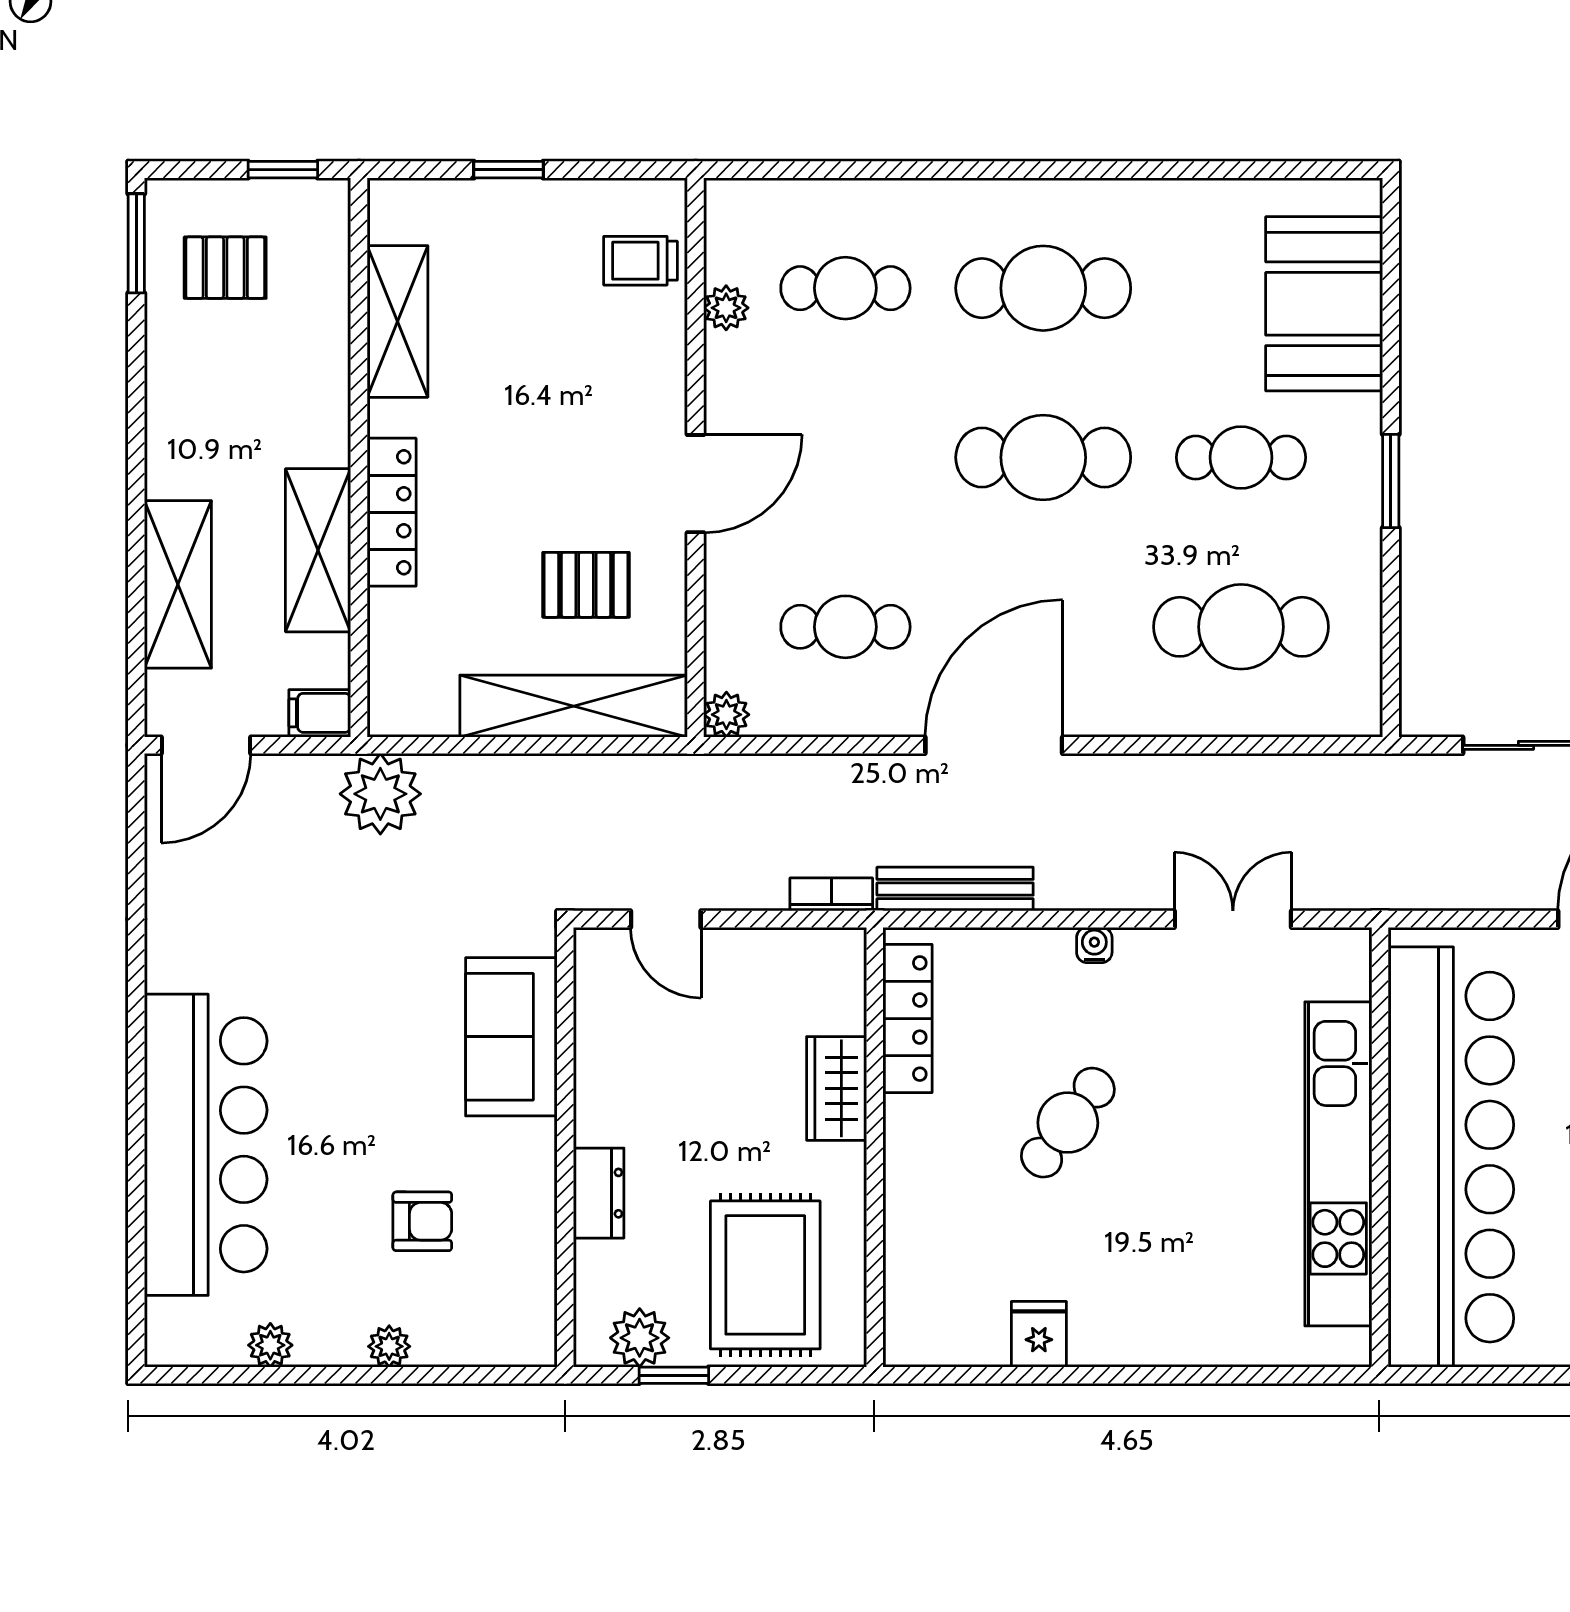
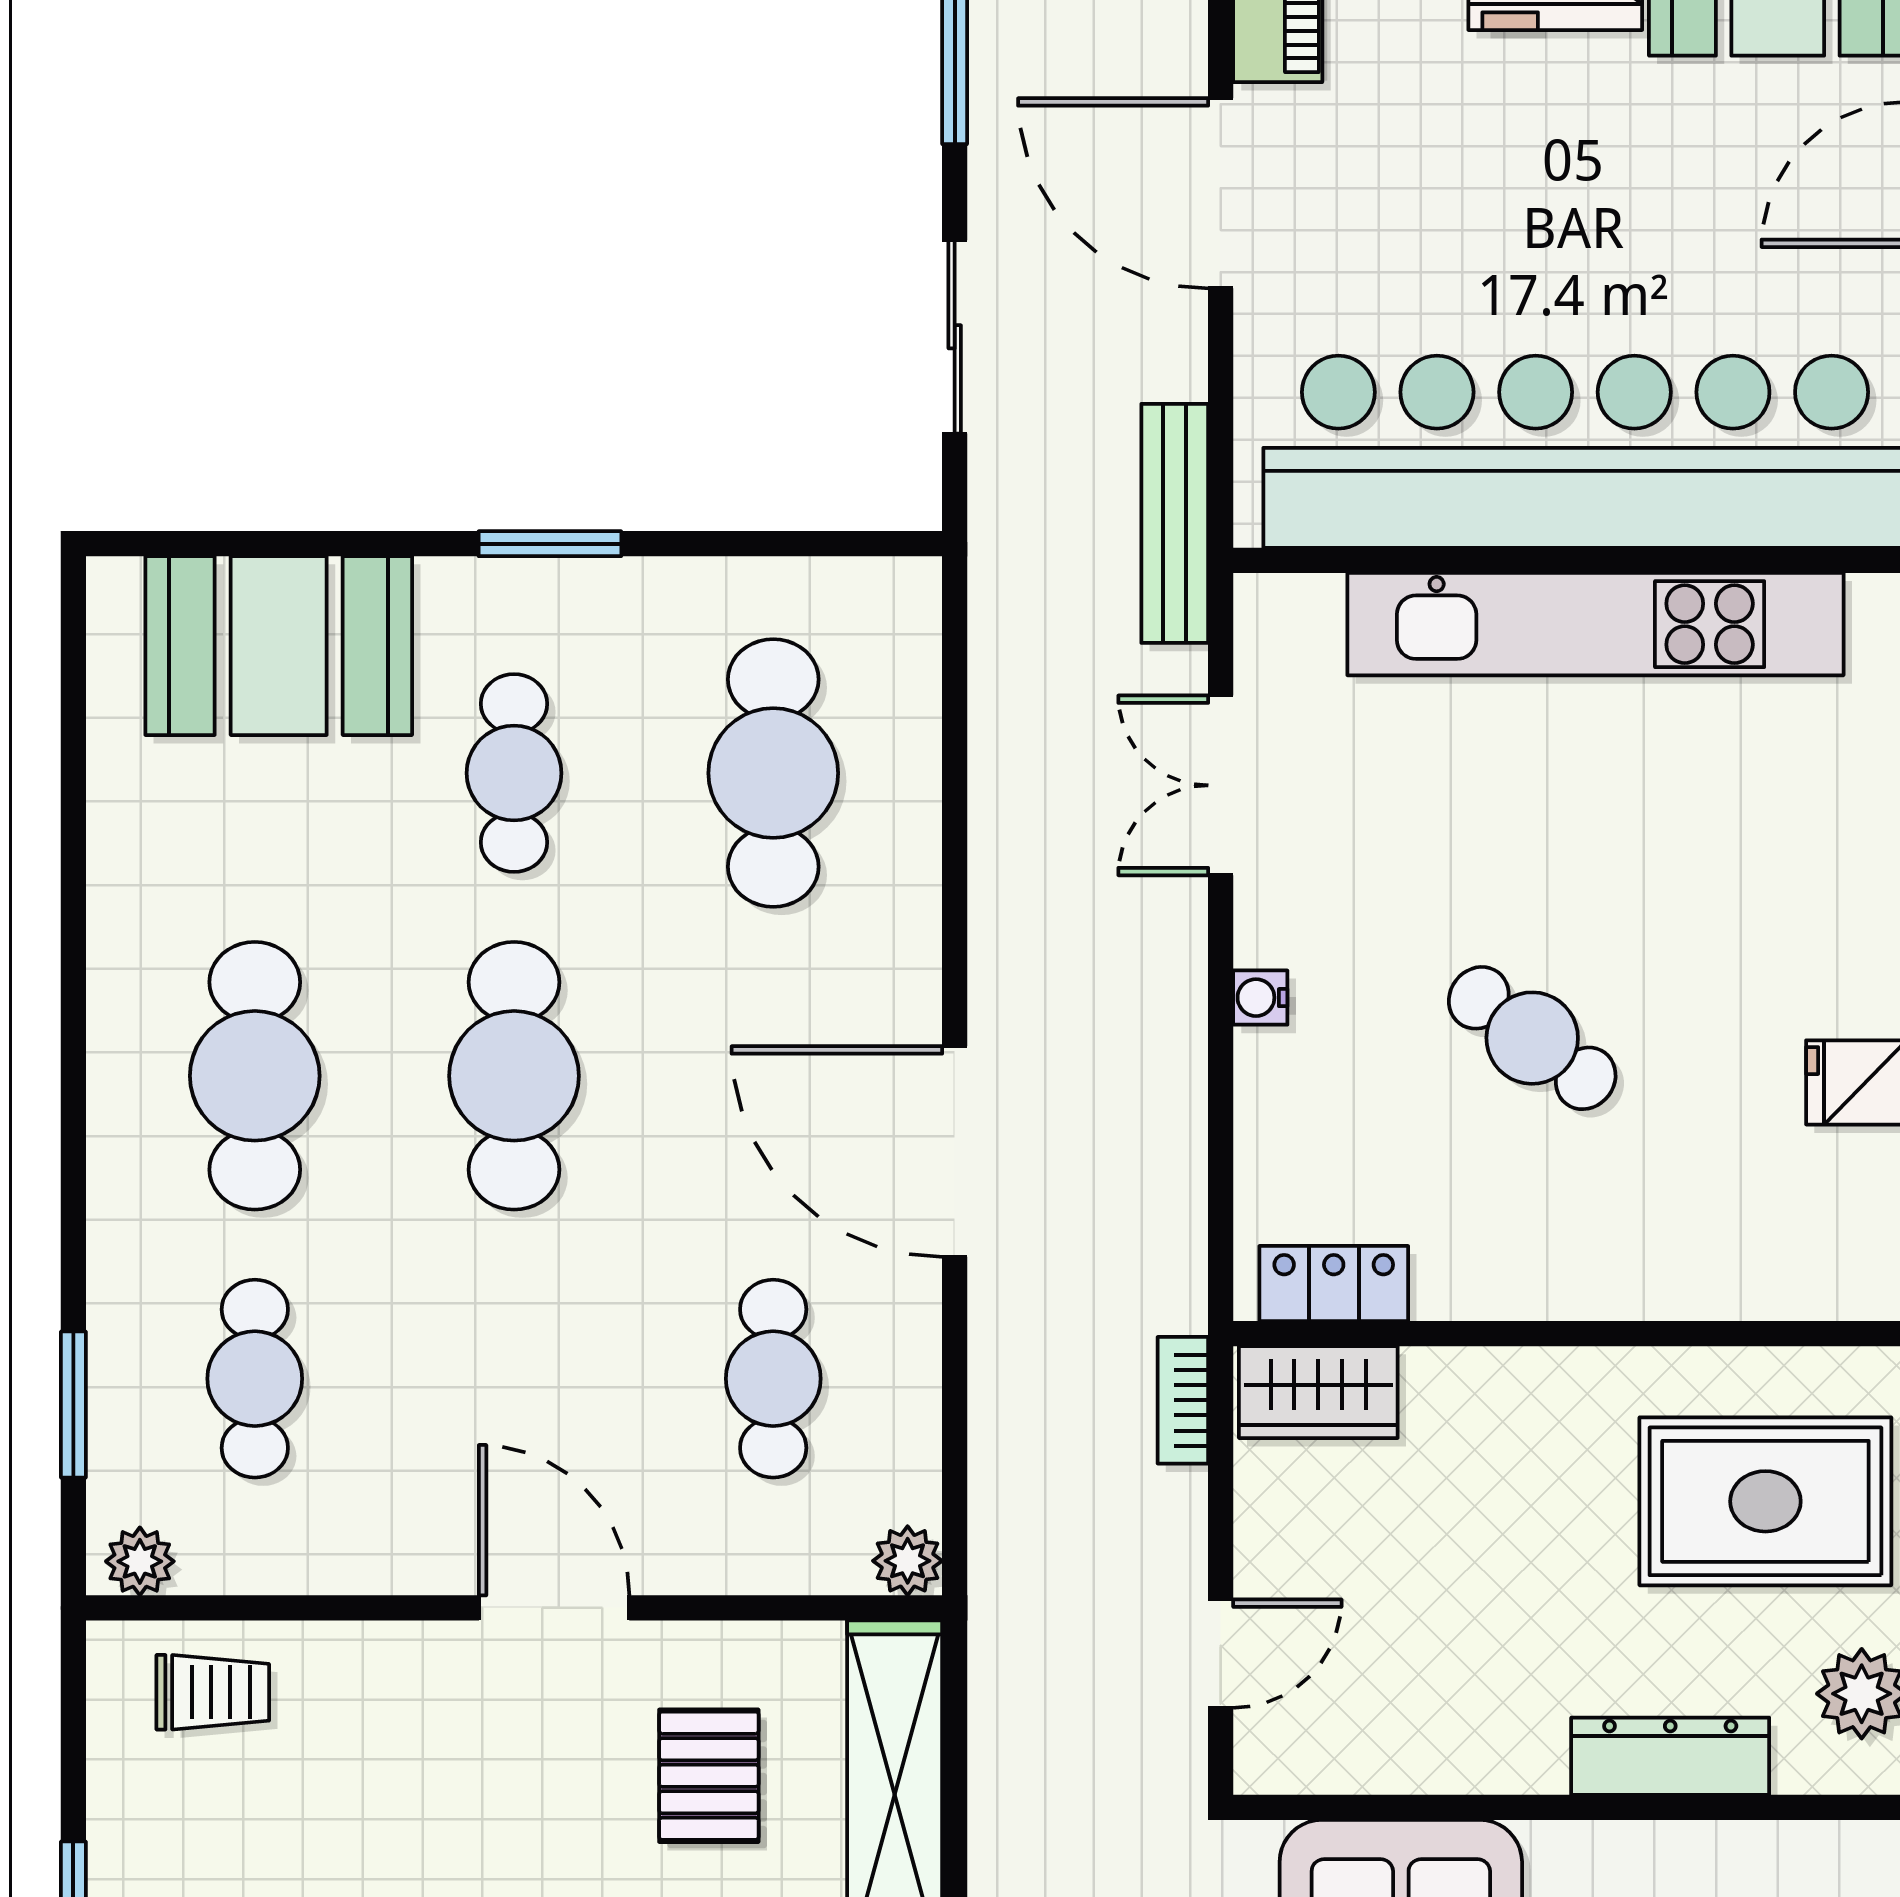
window: (828, 170) -> (73, 1405), added
trolley: (640, 261) -> (213, 1692), turned -90
plant: (726, 308) -> (140, 1561), moved
bench: (955, 889) -> (1175, 523), moved
locker: (908, 1019) -> (1334, 1283), width x0.66
wardrobe: (837, 1088) -> (1318, 1392), moved
dresser: (599, 1193) -> (1670, 1756), width x1.44

